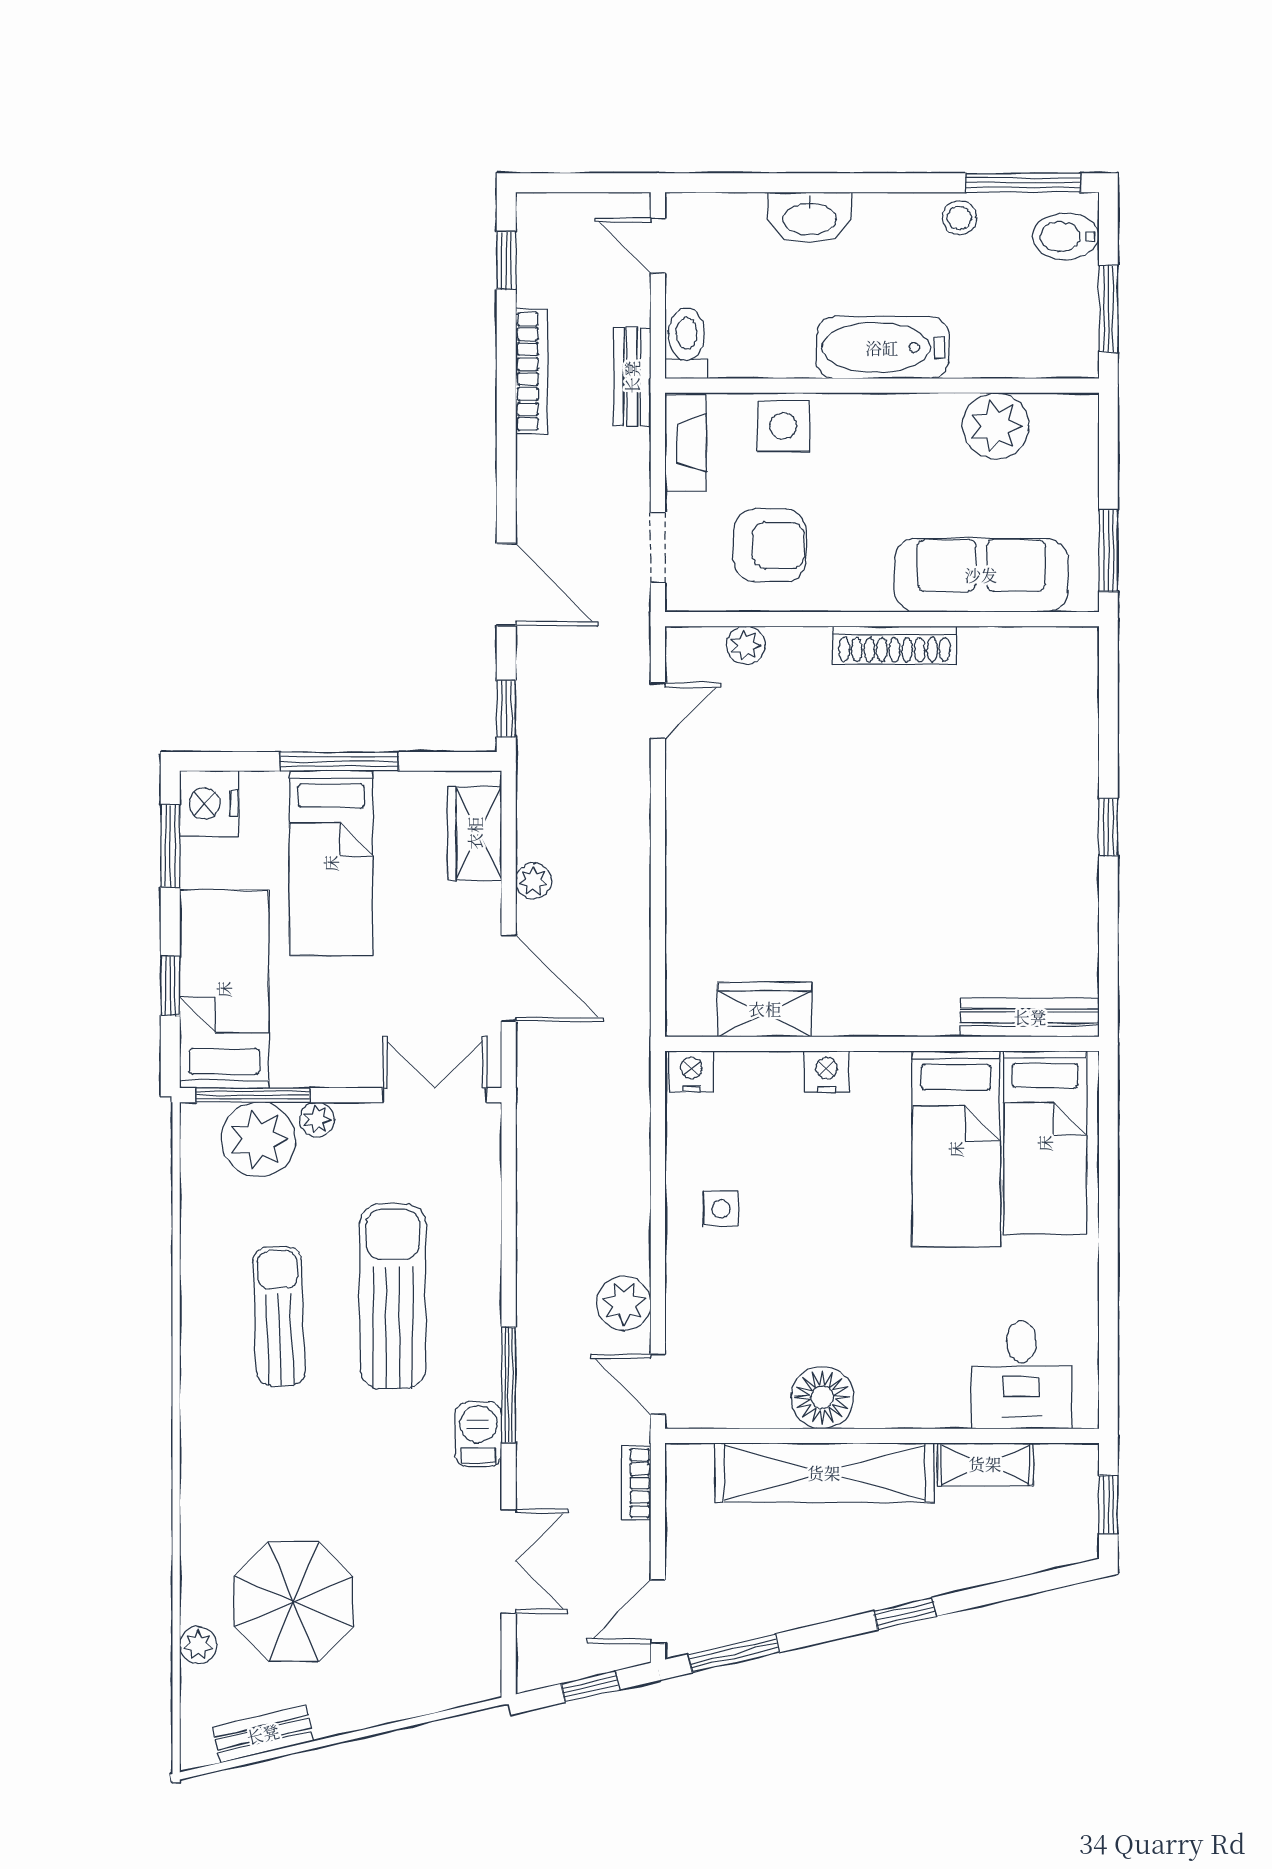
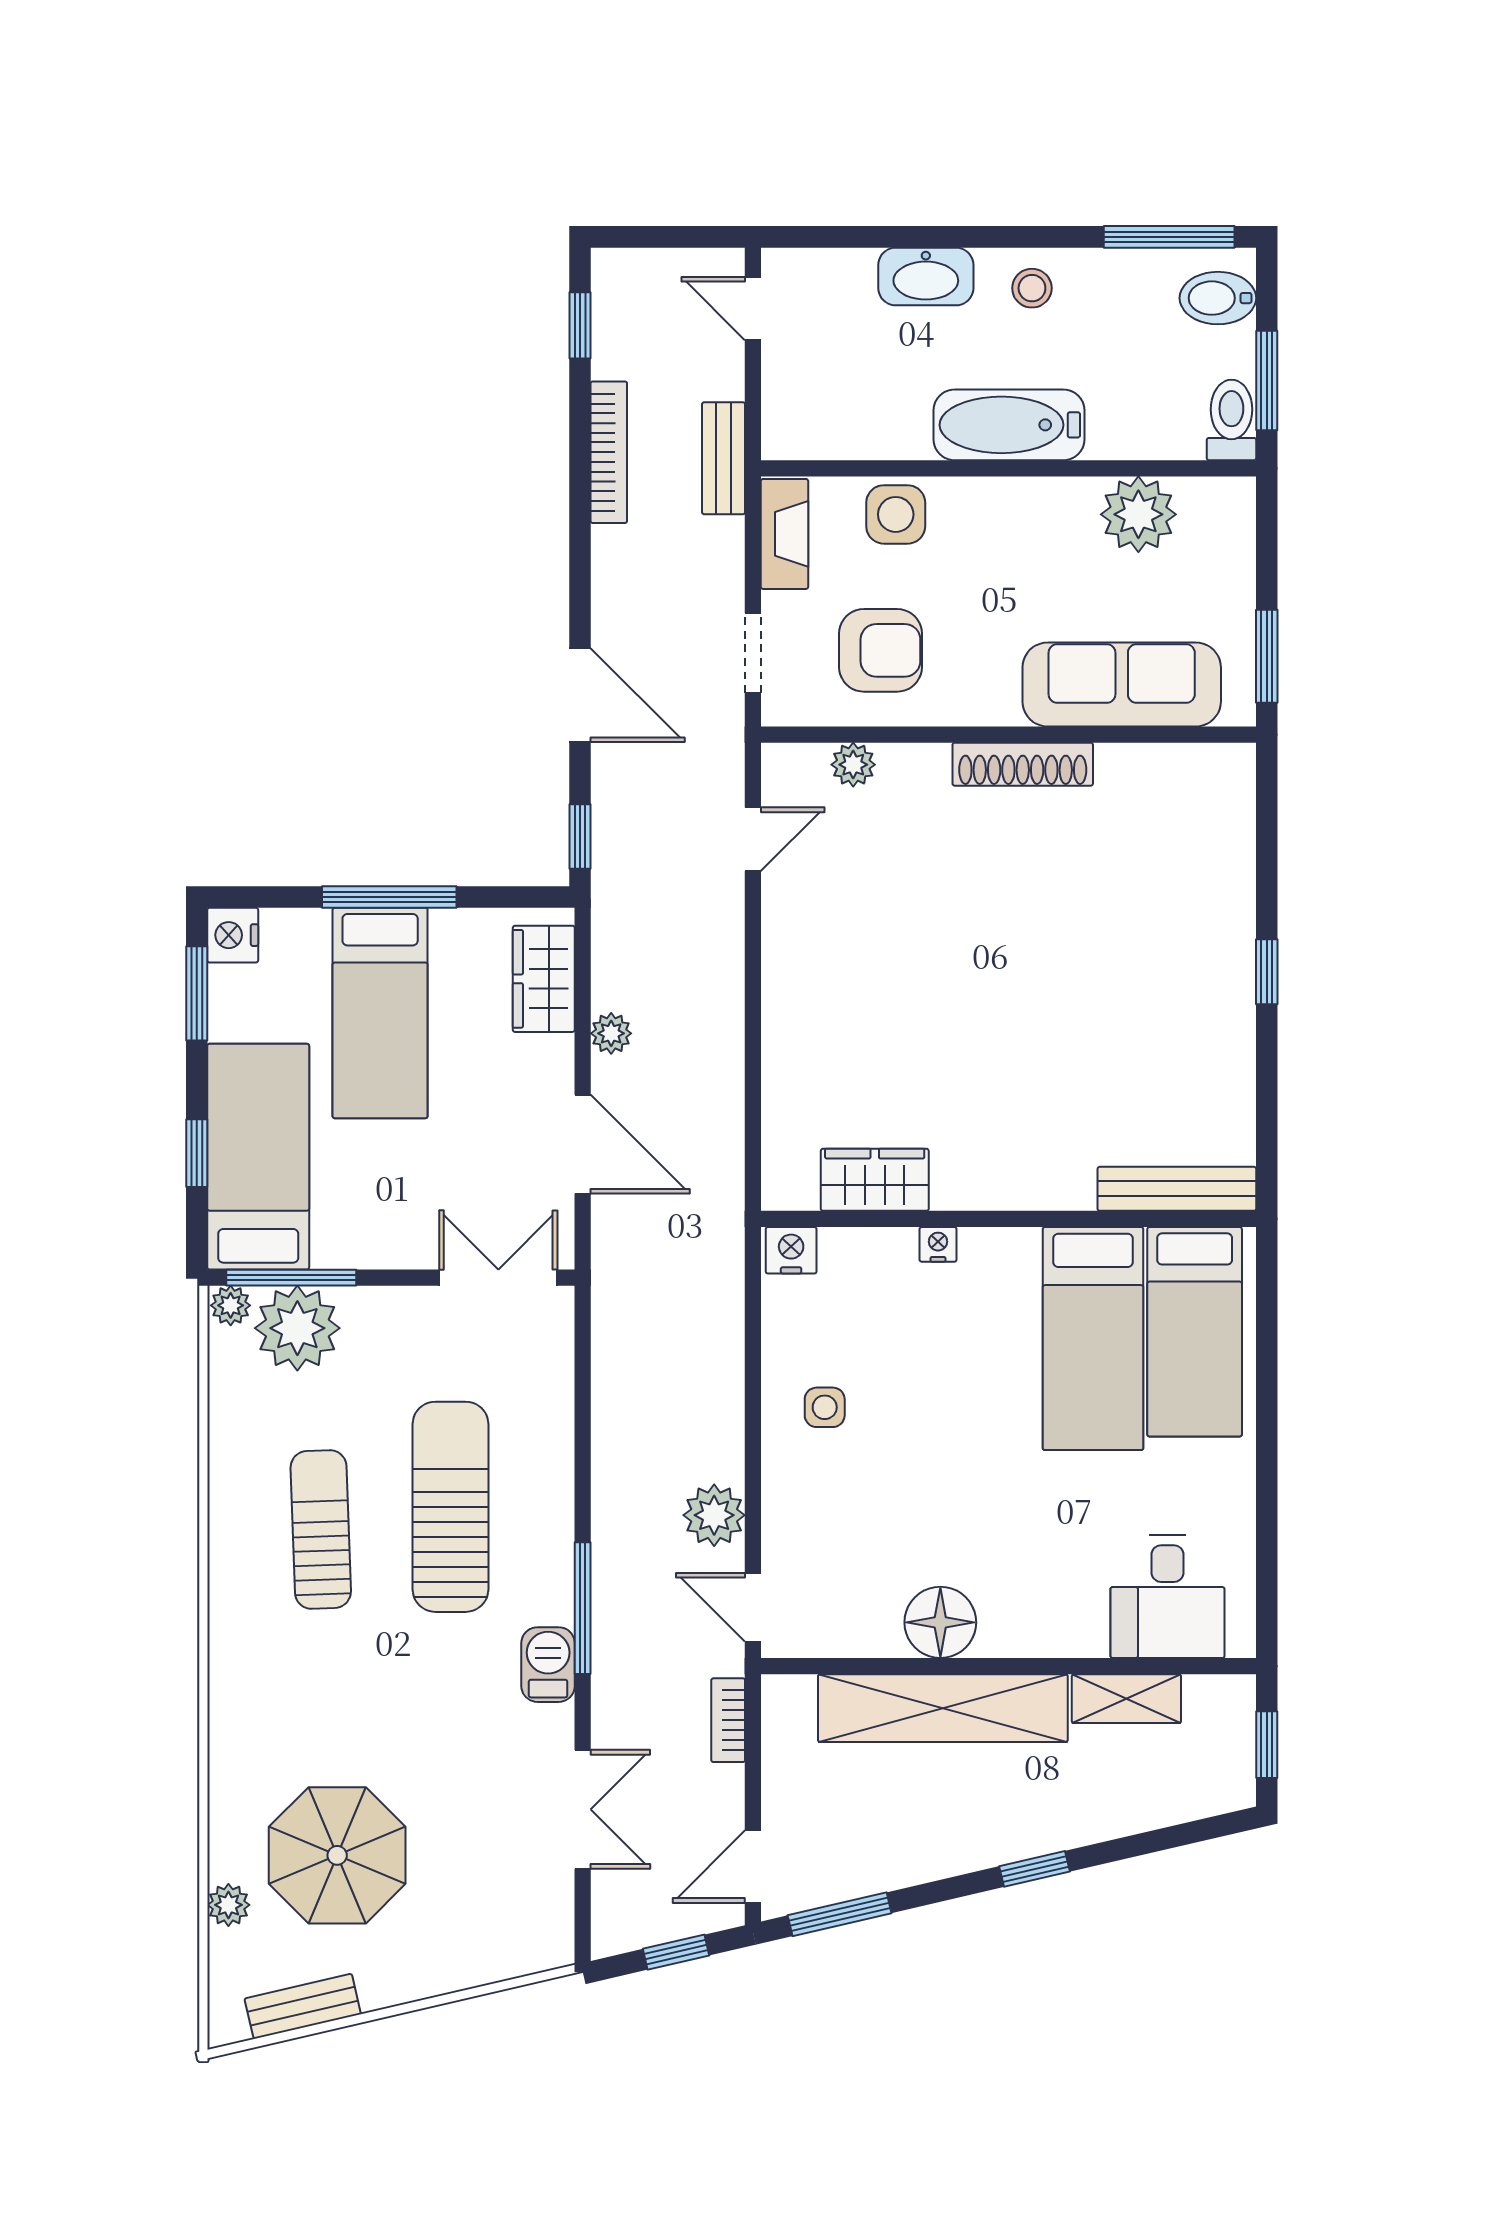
stool: (959, 218) -> (1032, 288), moved
toilet: (687, 343) -> (1231, 420), moved
nightstand: (209, 804) -> (233, 935), width x0.74, depth x0.75
nightstand: (827, 1071) -> (938, 1244), width x0.72, depth x0.74
plant: (317, 1120) -> (231, 1305), moved

